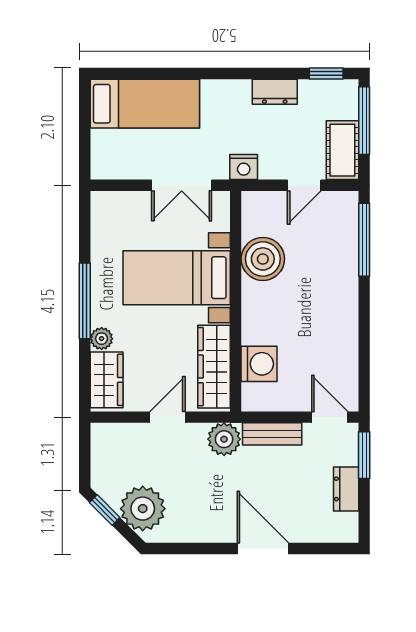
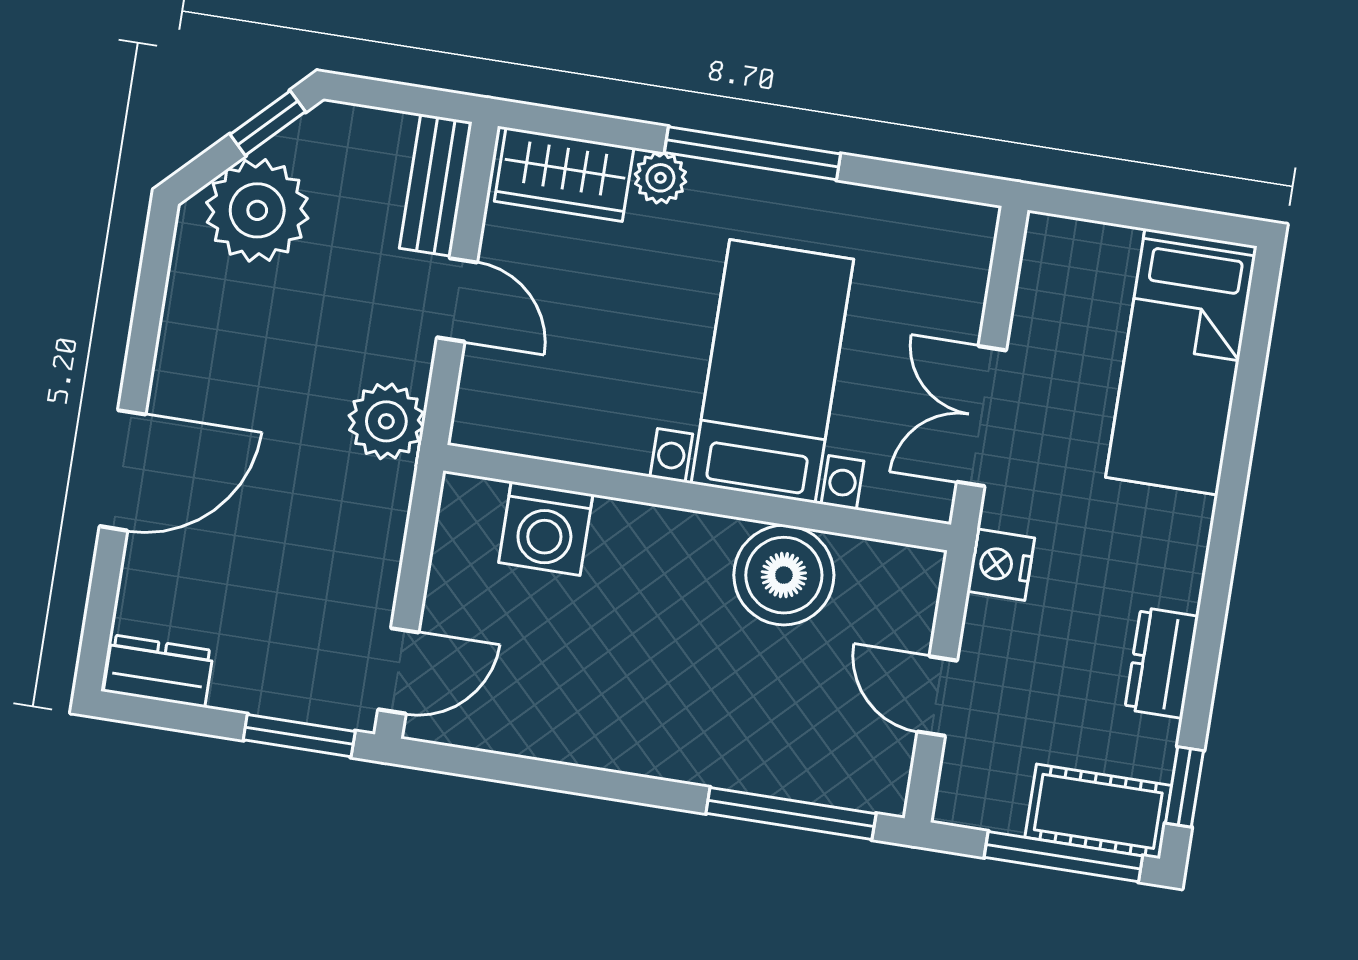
cot: (342, 150) -> (1098, 811), moved
wardrobe: (214, 367) -> (556, 425), removed
bench: (272, 434) -> (436, 185), moved
dresser: (346, 489) -> (158, 671), moved

